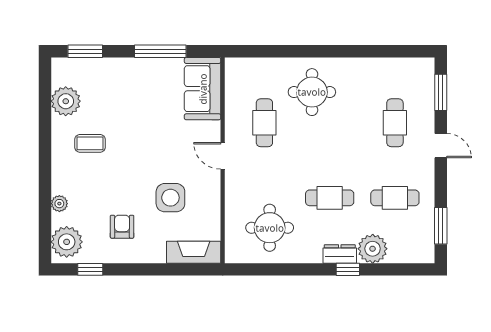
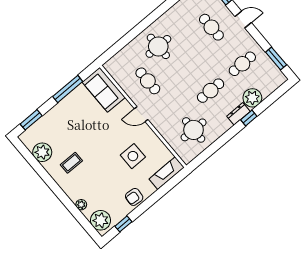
armchair: (122, 227) -> (134, 197), moved, turned -85

